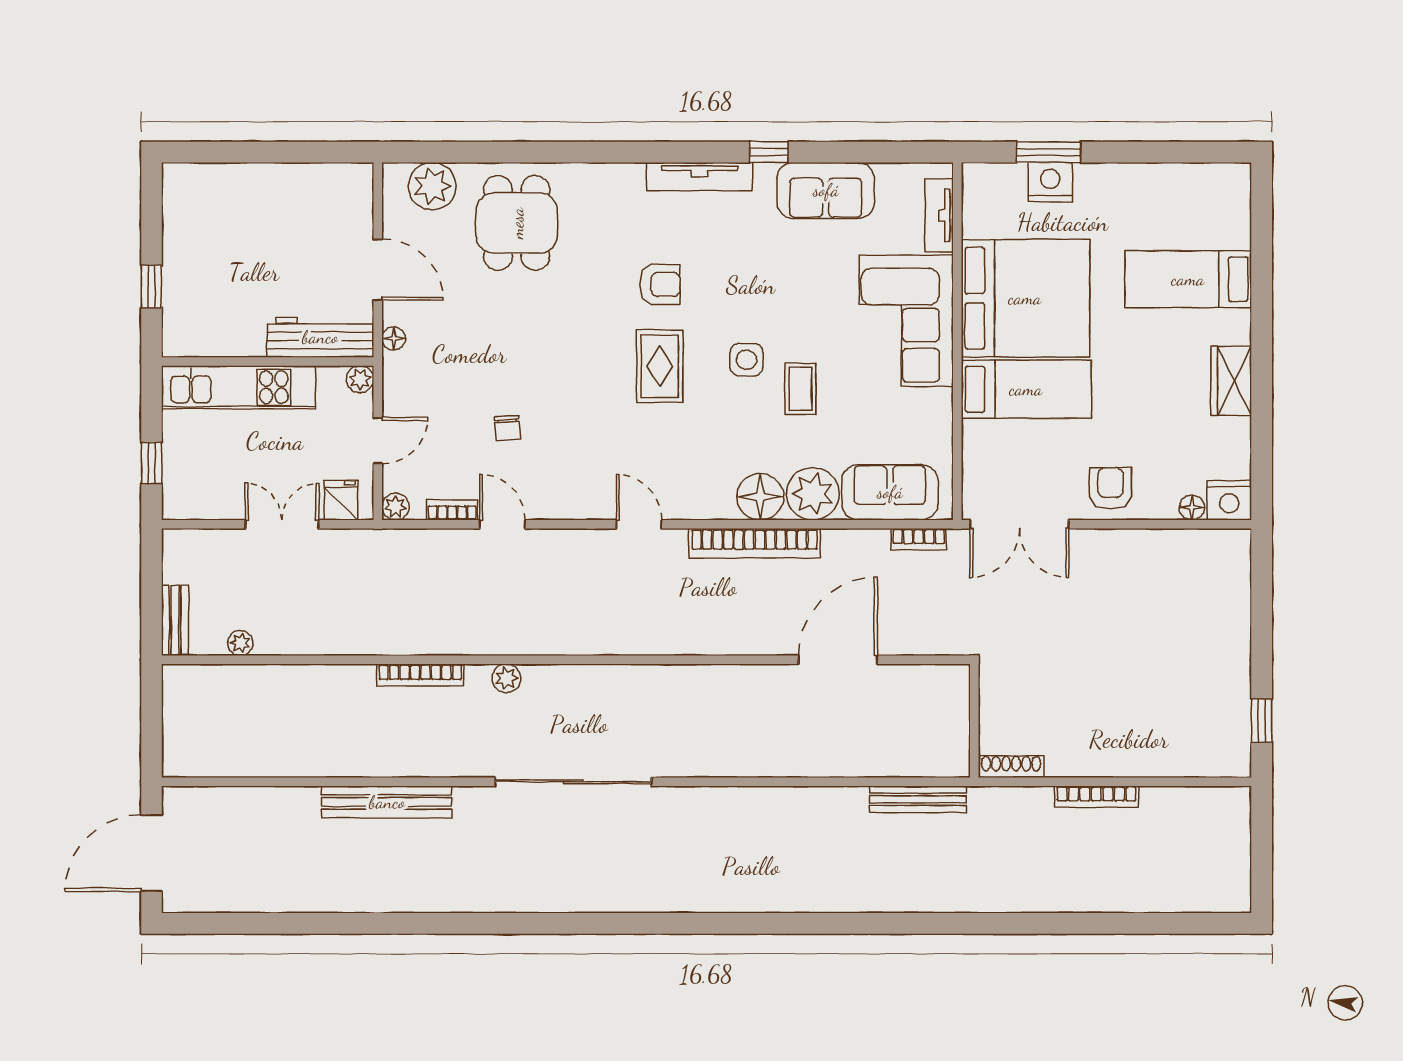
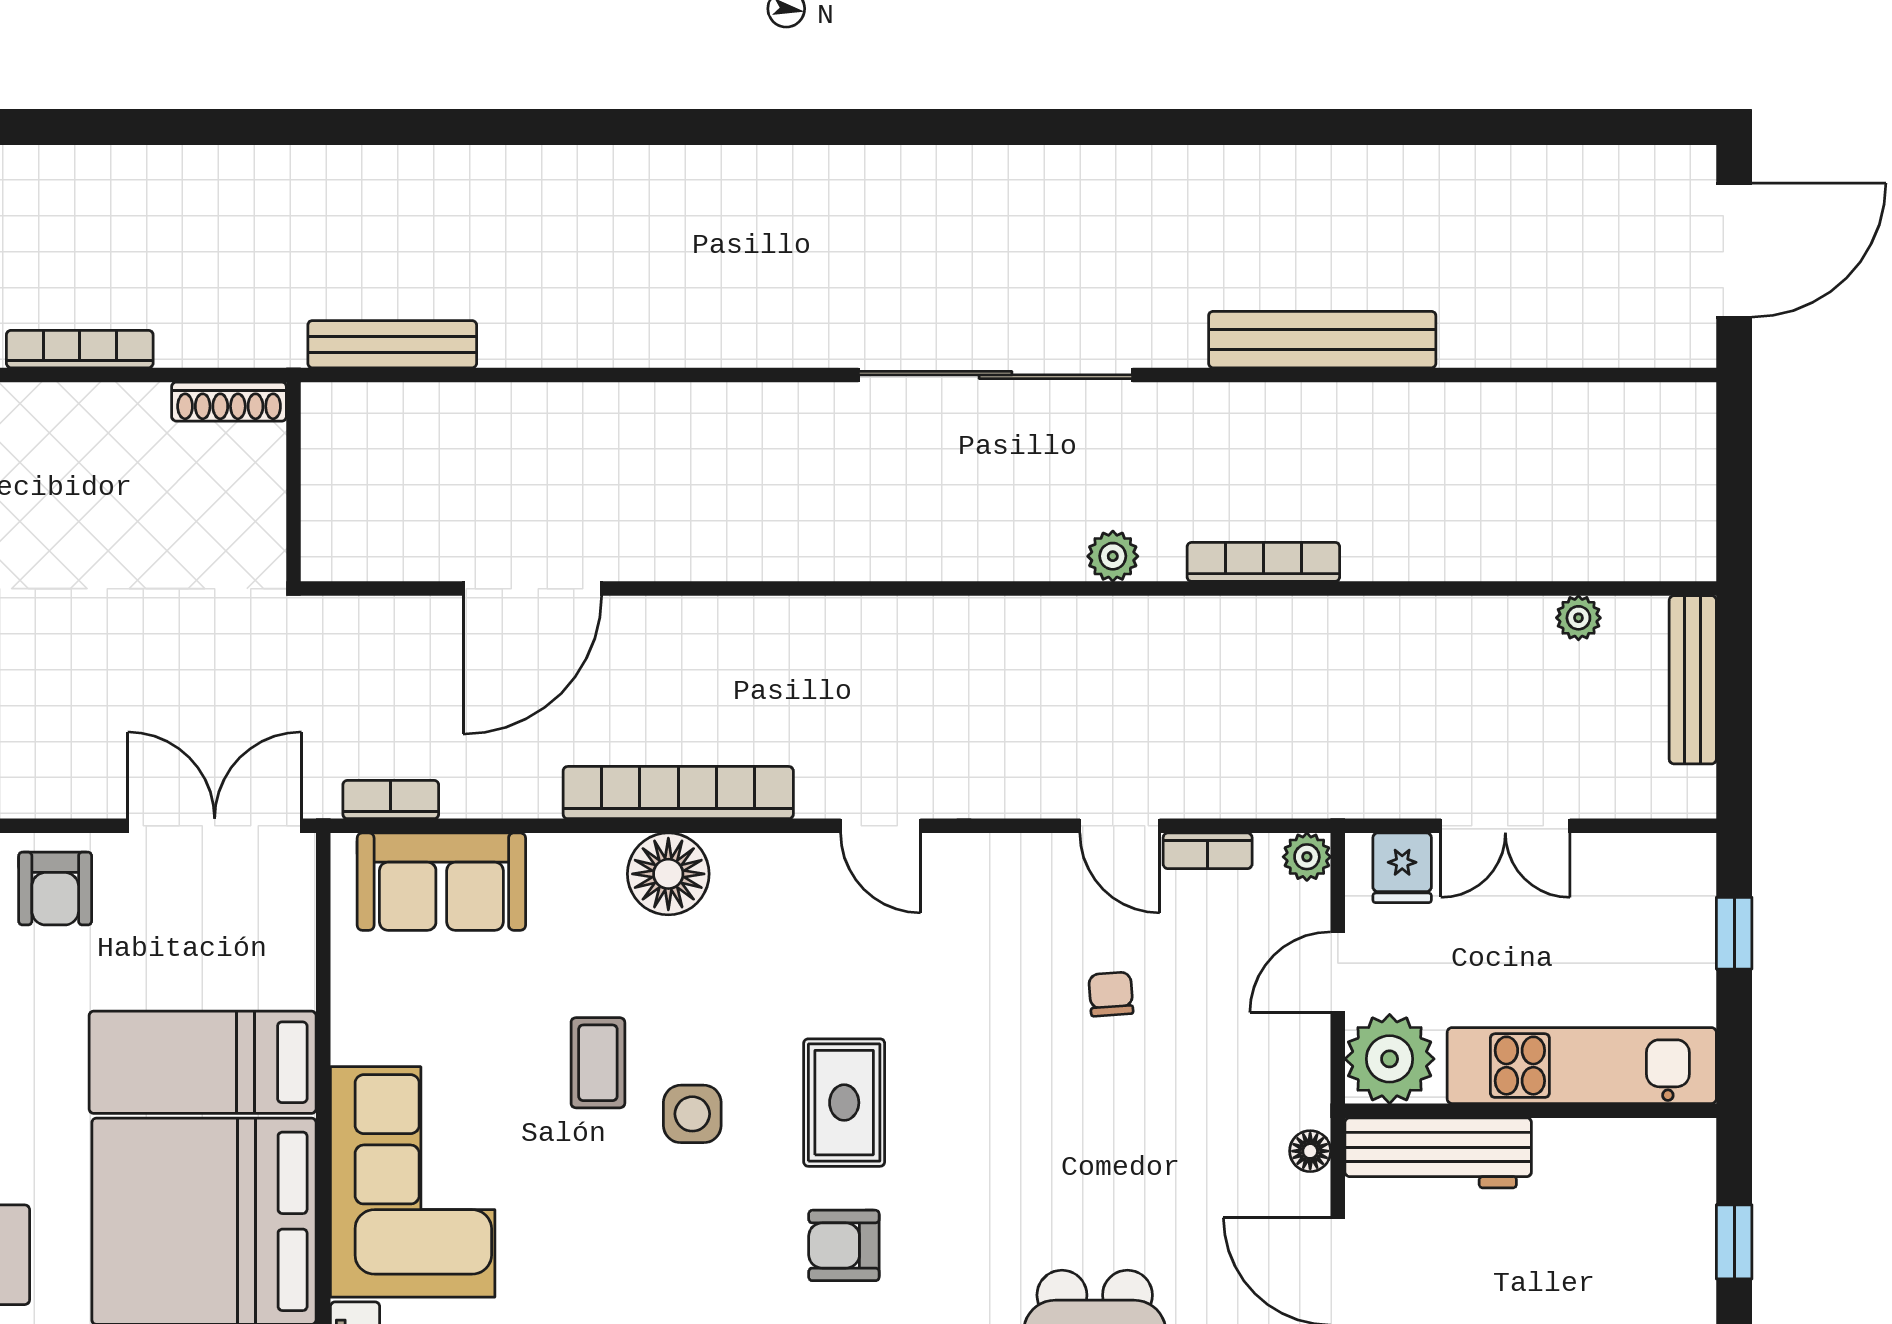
plant: (360, 379) -> (1390, 1059), width x1.87, depth x1.87
plant: (813, 494) -> (576, 879), removed
bench: (175, 620) -> (1693, 680), width x1.36

